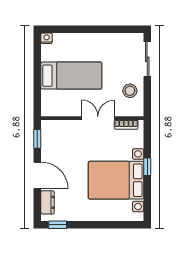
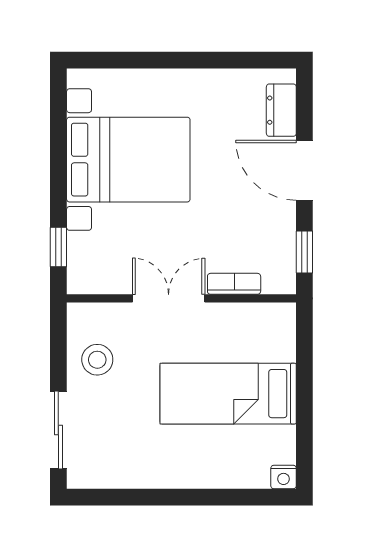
double door: (98, 118) -> (169, 298), swing flipped
bookcase: (126, 125) -> (234, 284), moved
window: (147, 167) -> (58, 247), moved
window: (58, 225) -> (259, 60), removed

